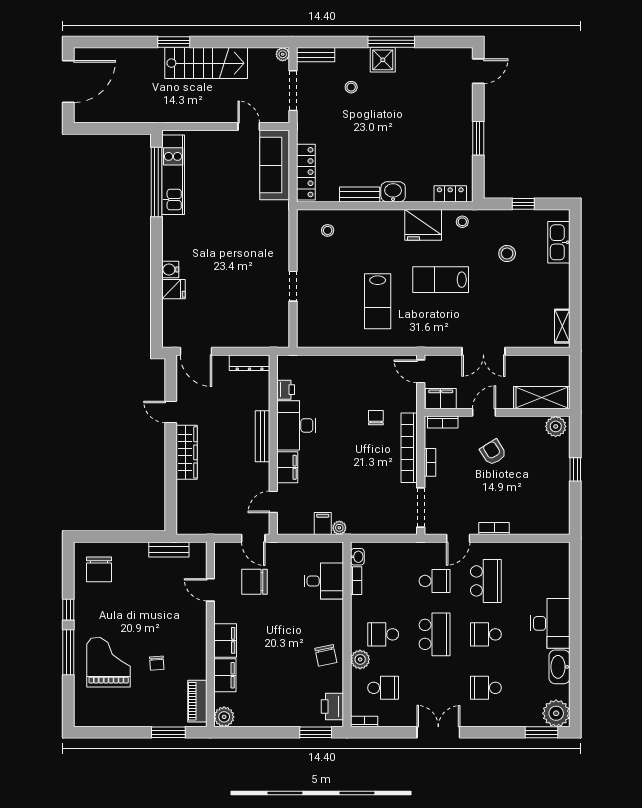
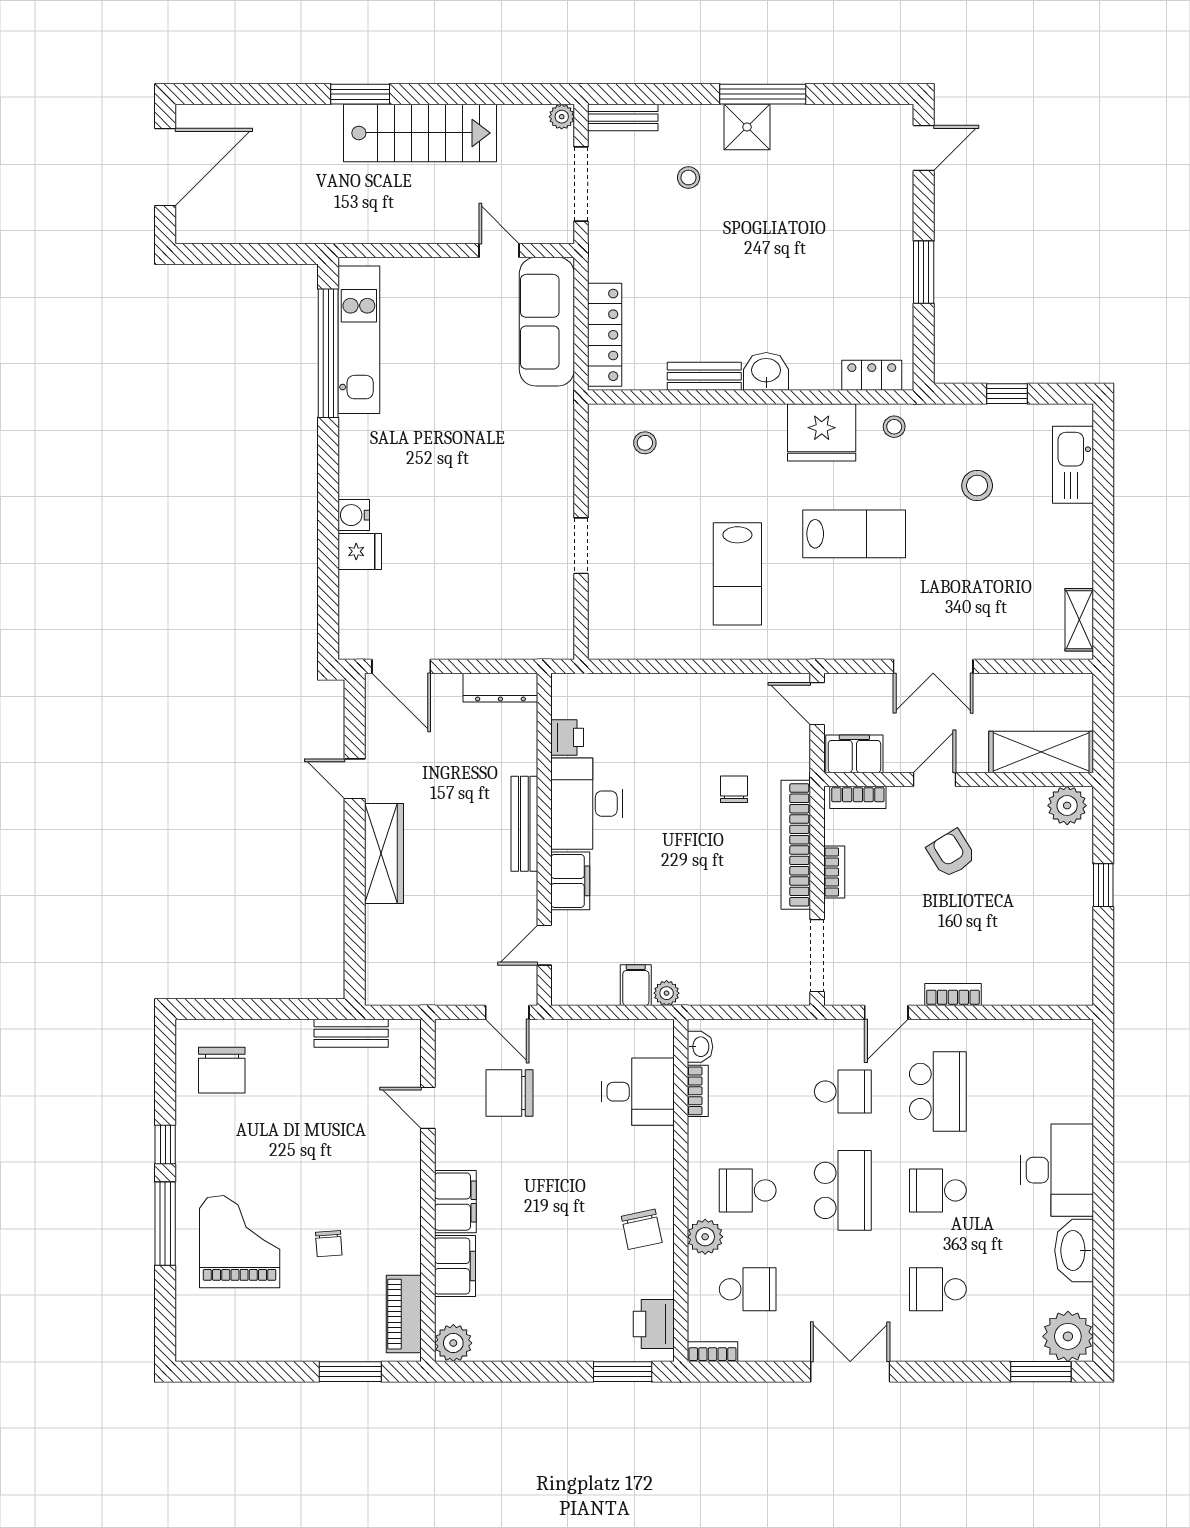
lab bench: (441, 280) -> (854, 534), turned 180

